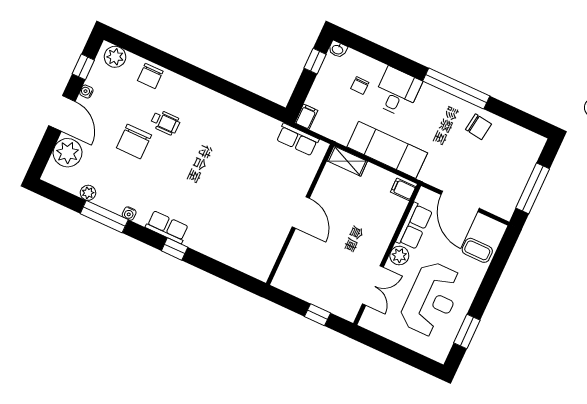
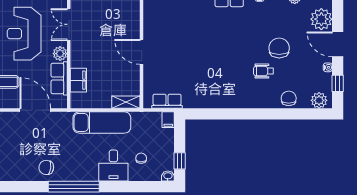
filing cabinet: (403, 189) -> (78, 80), moved, width x2.00

